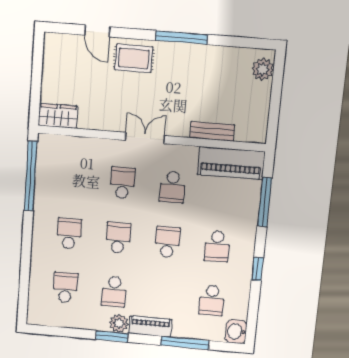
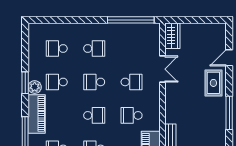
double door: (145, 138) -> (163, 69), moved
school desk: (118, 238) -> (94, 82), turned 180
school desk: (65, 287) -> (57, 48), turned 180
piano: (150, 326) -> (37, 114), width x1.37, depth x1.33

